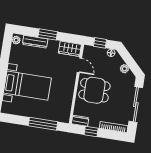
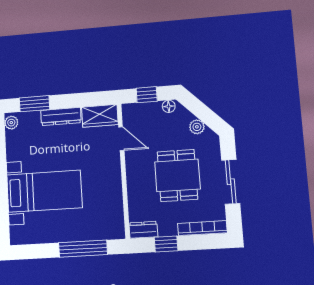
window: (48, 34) -> (34, 104), moved
dresser: (35, 42) -> (61, 116), moved
dining table: (94, 90) -> (177, 175), moved, turned 90
sliding door: (136, 105) -> (231, 182), width x0.73

